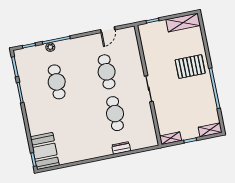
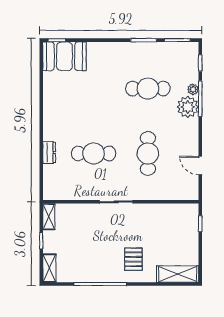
shelving: (183, 22) -> (178, 274), moved, turned 90
plant: (65, 48) -> (188, 107), added
pallet: (190, 67) -> (133, 259), width x0.67, depth x0.71
cafe table: (107, 72) -> (148, 153), turned 90

